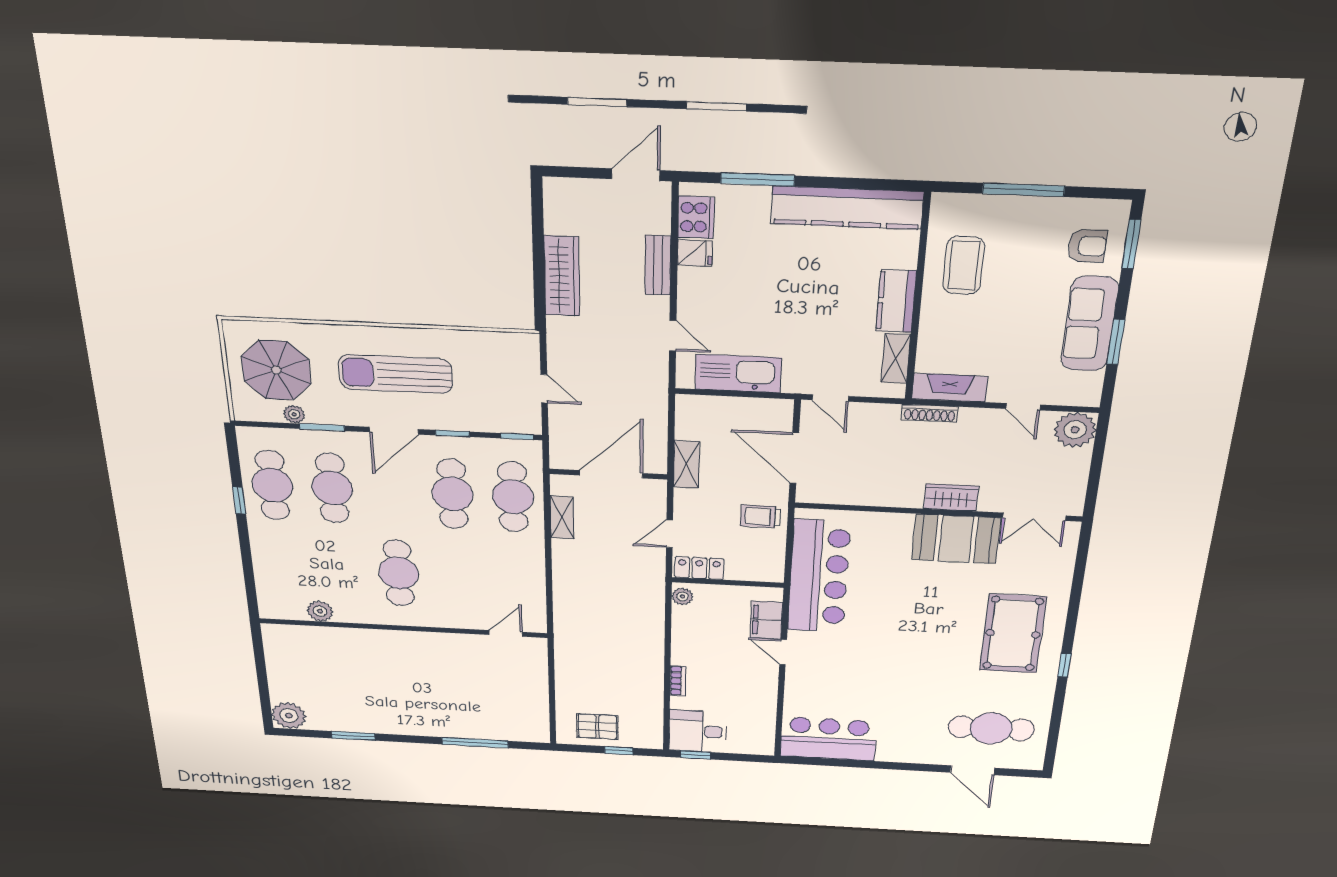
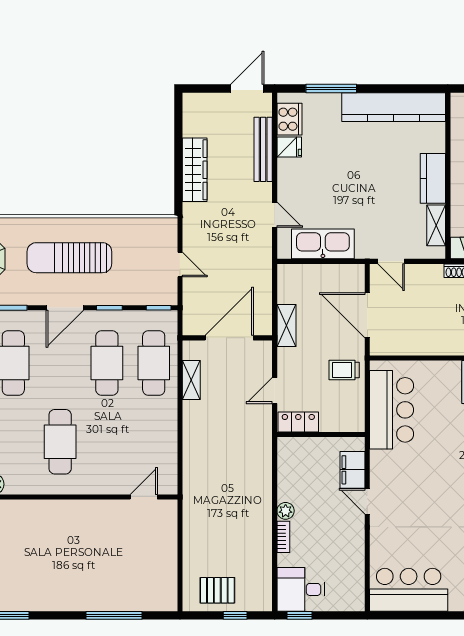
bench: (658, 265) -> (263, 149), width x1.36
bar counter: (819, 576) -> (392, 410), width x0.73
plant: (682, 596) -> (286, 511), moved

